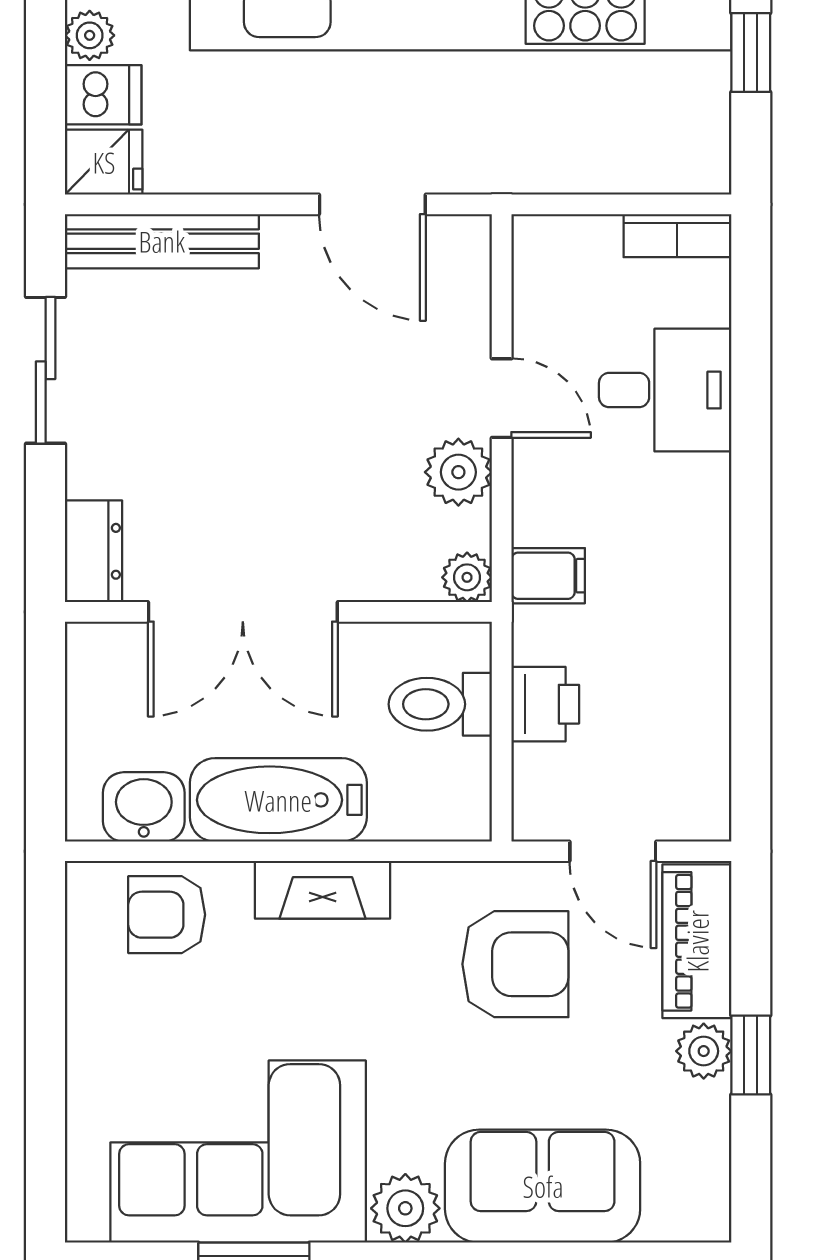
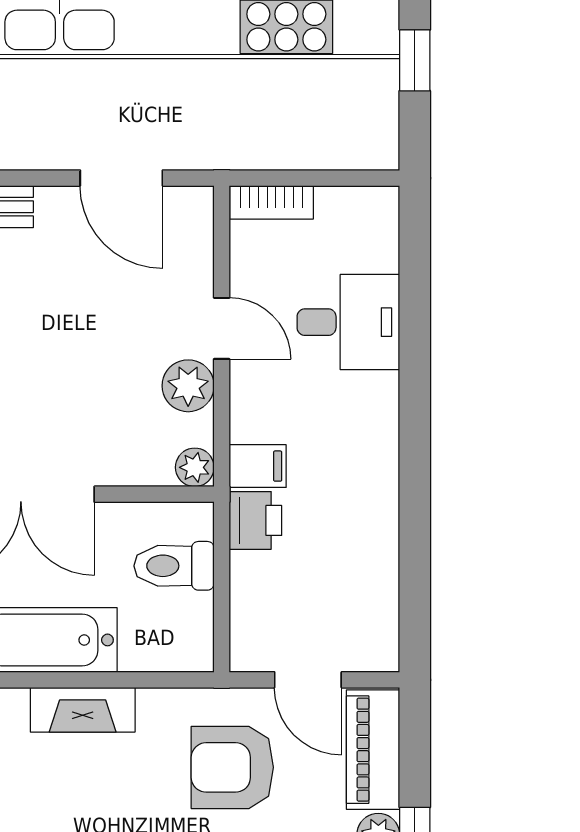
bookcase: (677, 236) -> (272, 202), moved
printer: (545, 704) -> (255, 520), moved
armchair: (515, 964) -> (232, 767), turned 180

